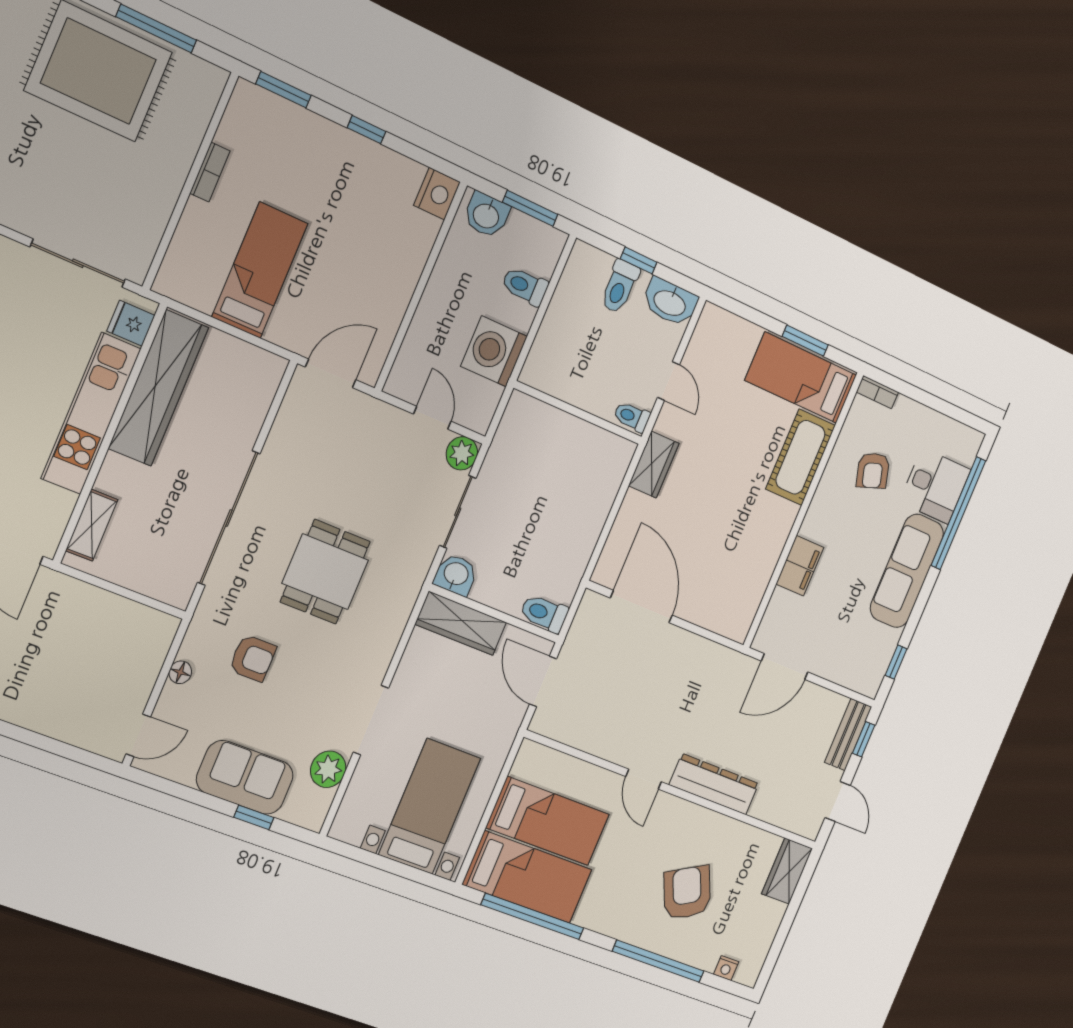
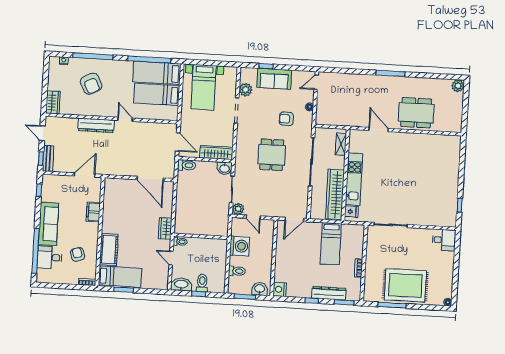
dresser: (314, 132) -> (329, 293), added
fridge: (131, 323) -> (351, 212), moved
wardrobe: (158, 388) -> (335, 194), moved
kitchen unit: (91, 413) -> (354, 179), moved
wall: (110, 433) -> (345, 175), moved
shelving: (92, 525) -> (341, 144), moved

